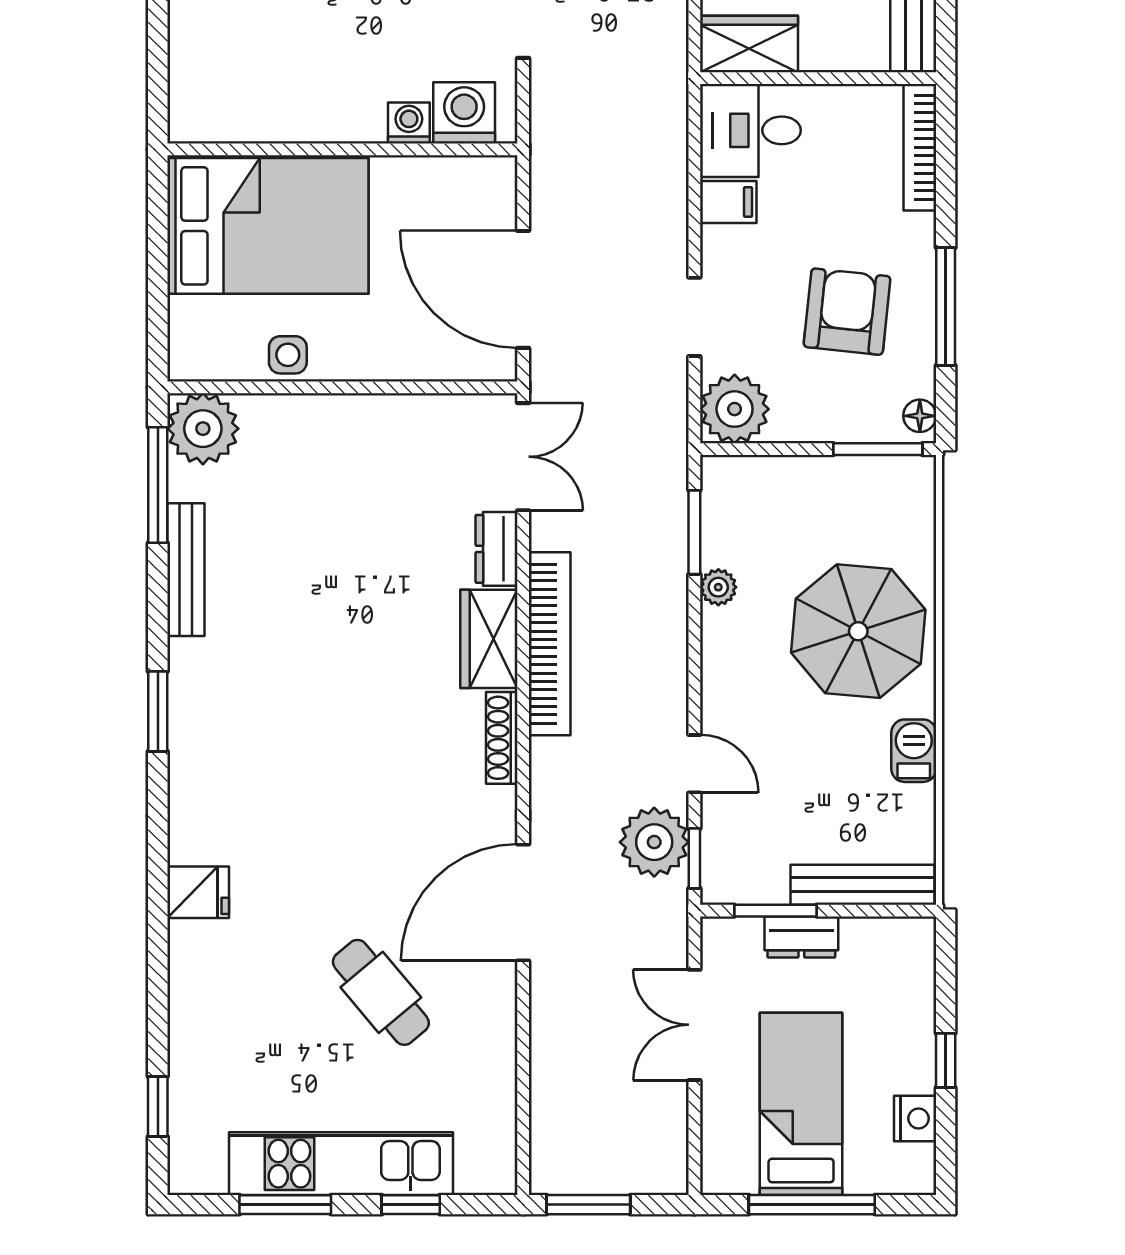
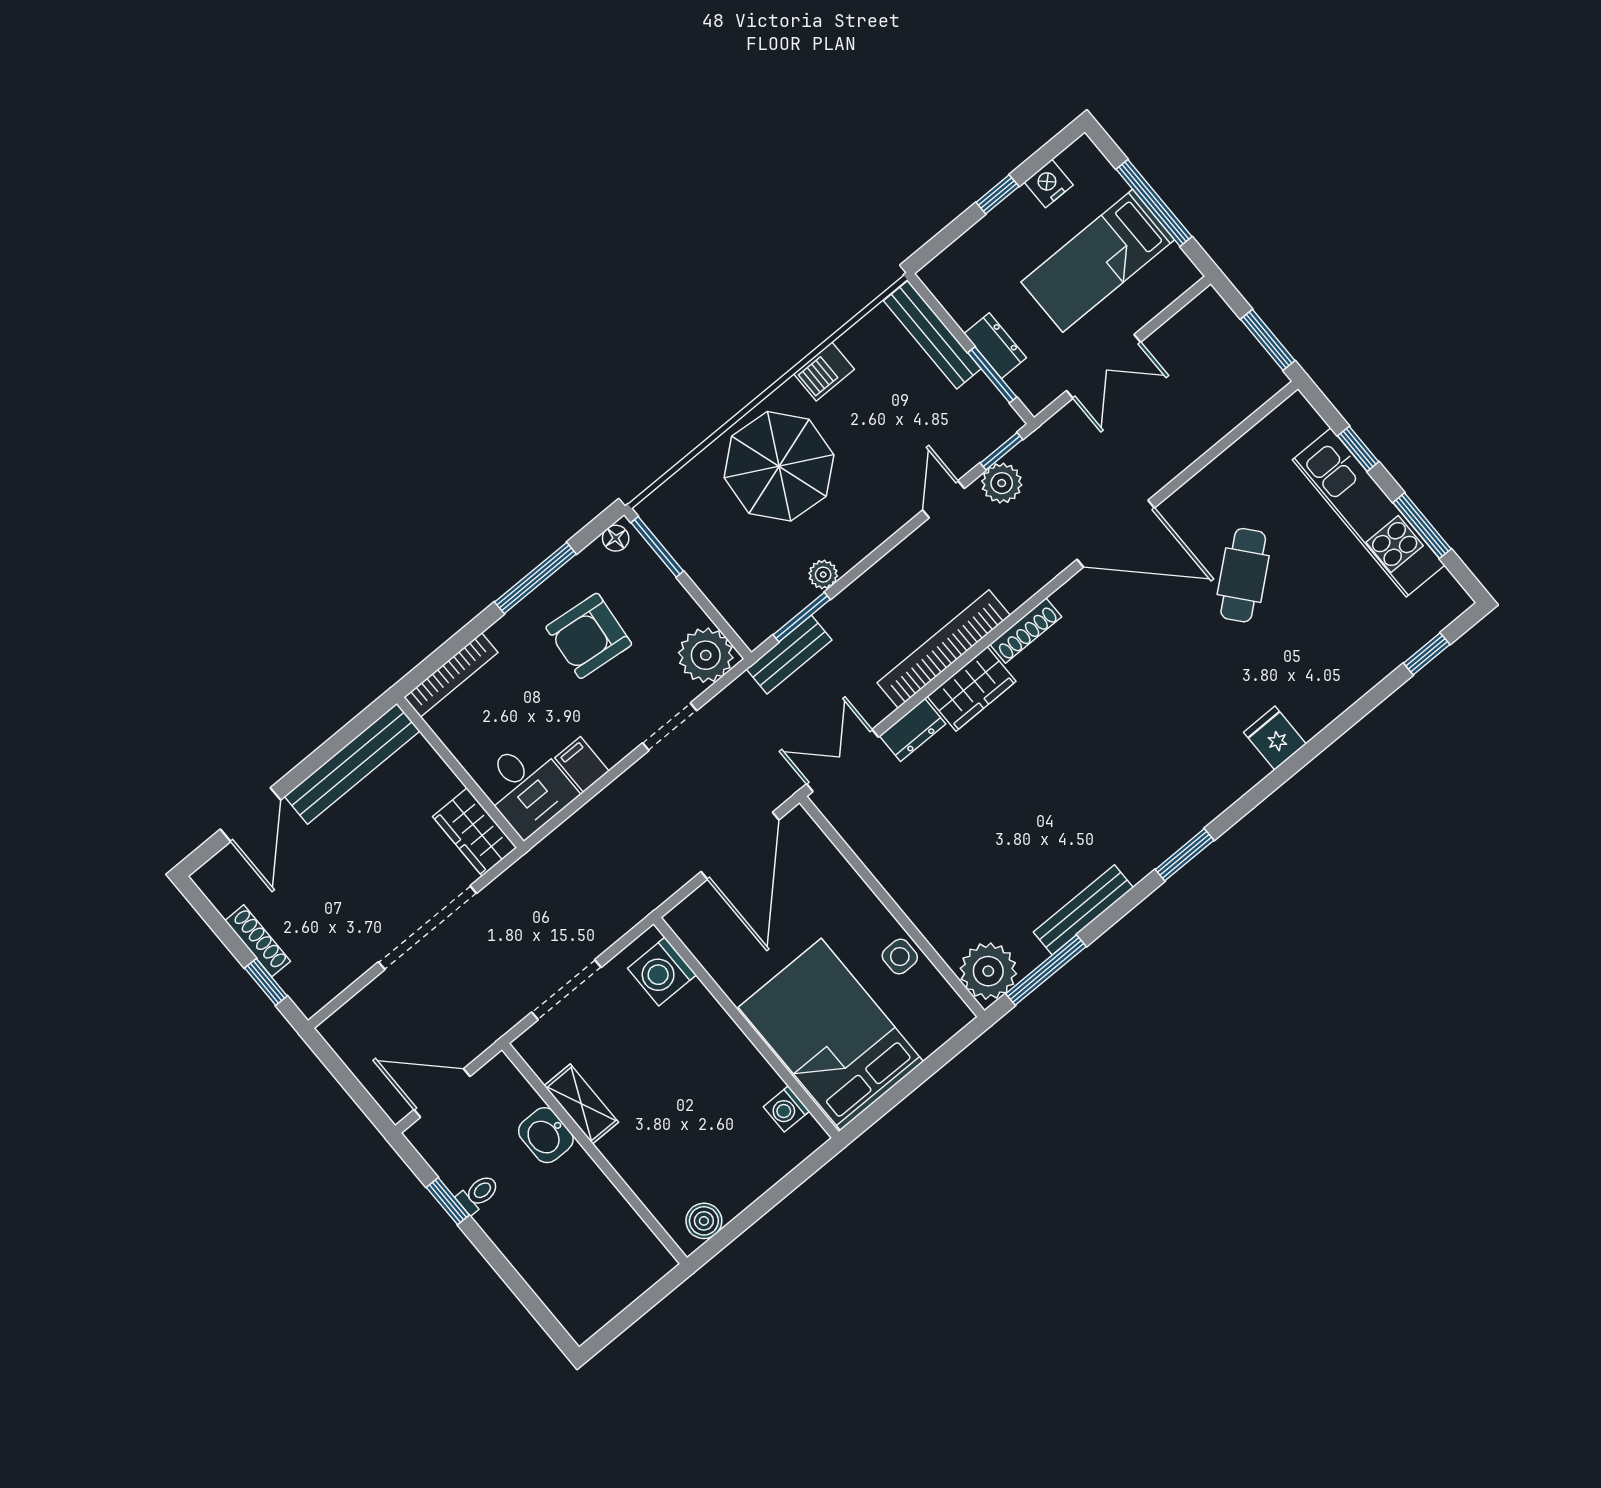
washing machine: (409, 123) -> (786, 1109), moved
bench: (668, 490) -> (789, 655), added
plant: (654, 842) -> (1002, 483), width x0.73, depth x0.73

